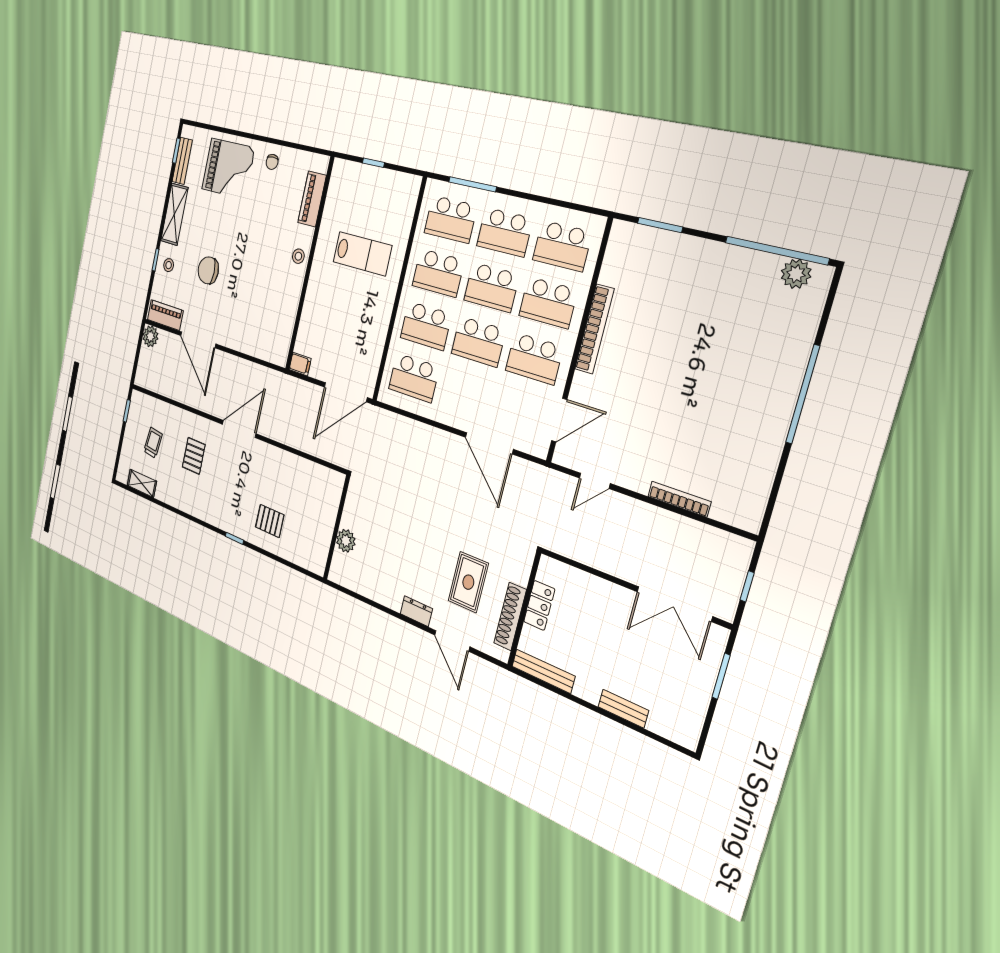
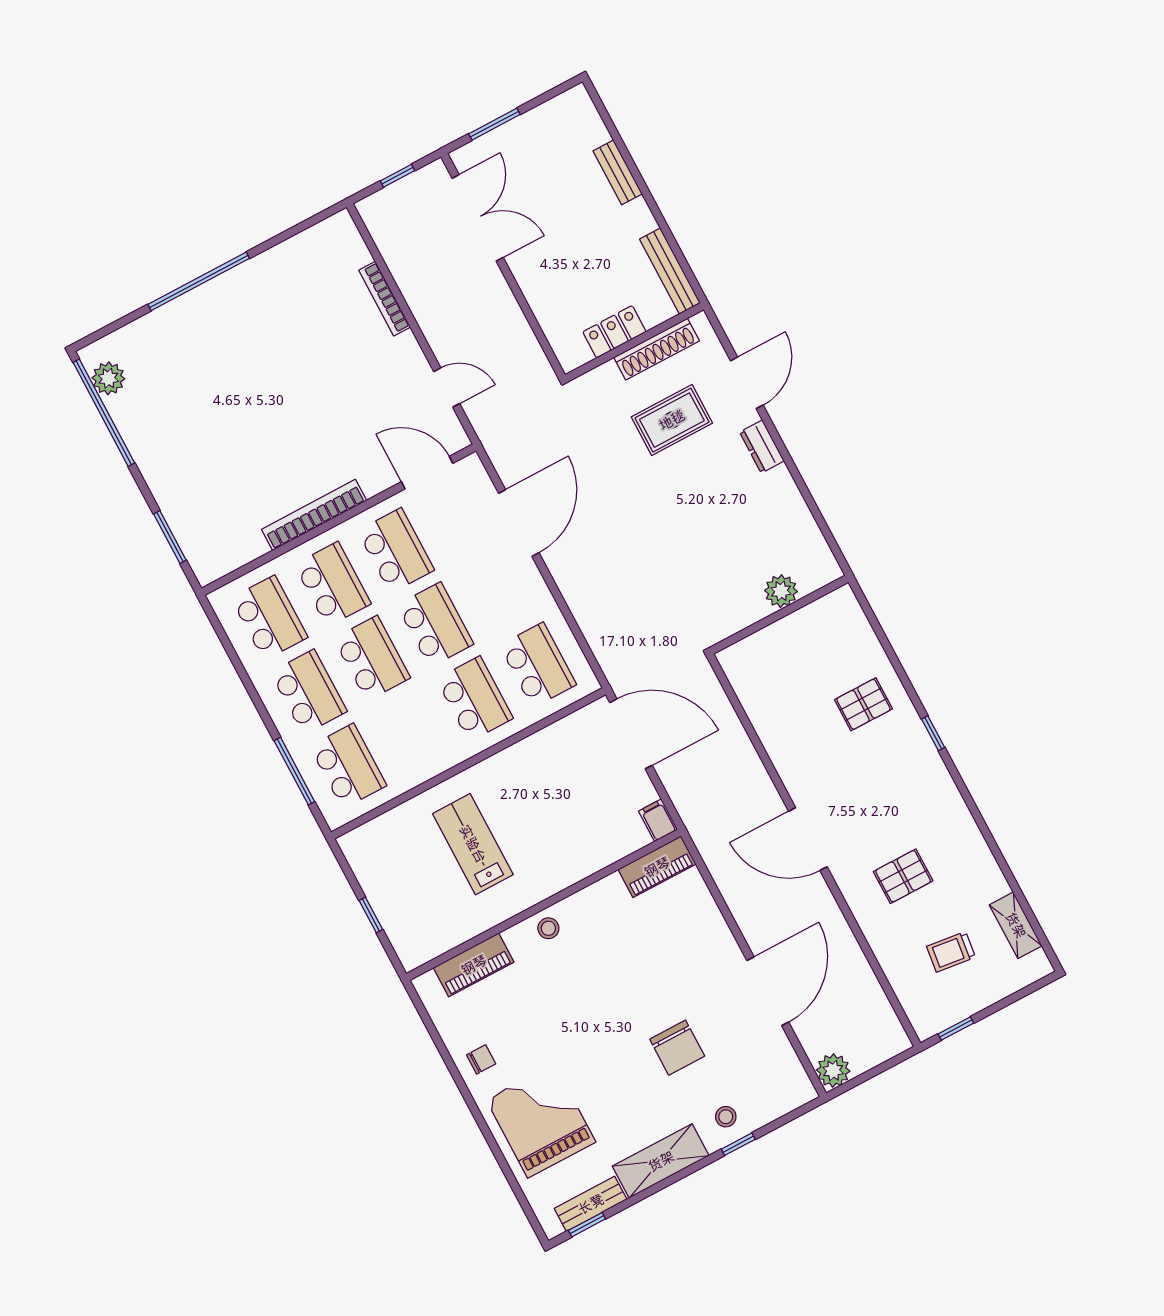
school desk: (438, 273) -> (411, 732), removed
piano: (165, 315) -> (657, 867), moved, turned -90
pallet: (270, 521) -> (863, 704), turned 90

